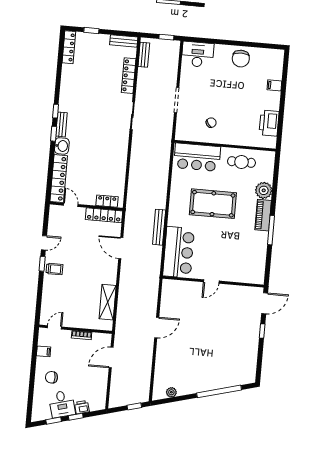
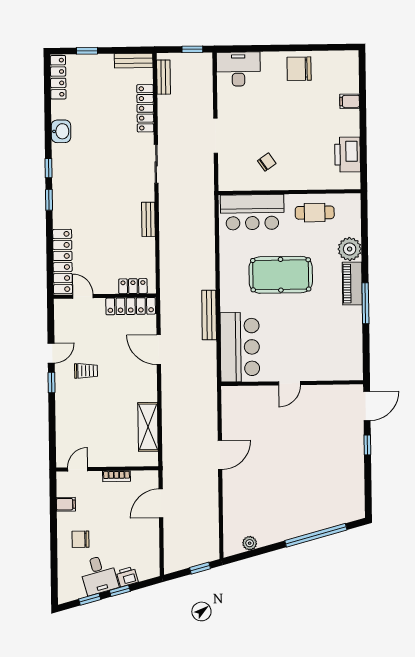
chair: (241, 59) -> (299, 69), turned 90
bench: (61, 124) -> (148, 219), moved
washbasin: (62, 146) -> (61, 131), moved
trolley: (54, 269) -> (86, 371), moved

